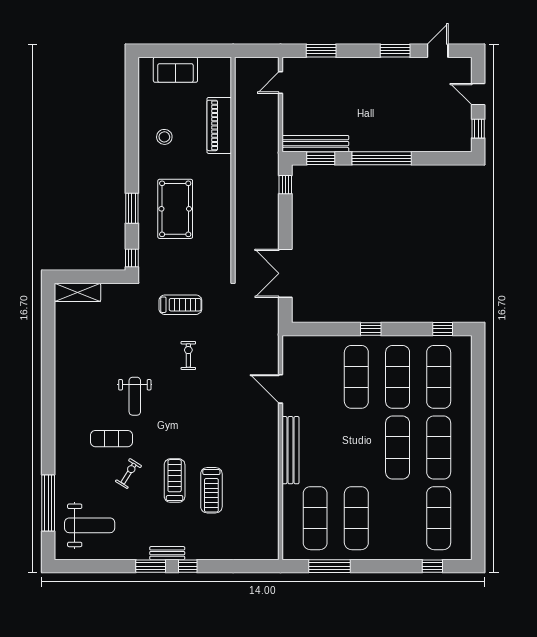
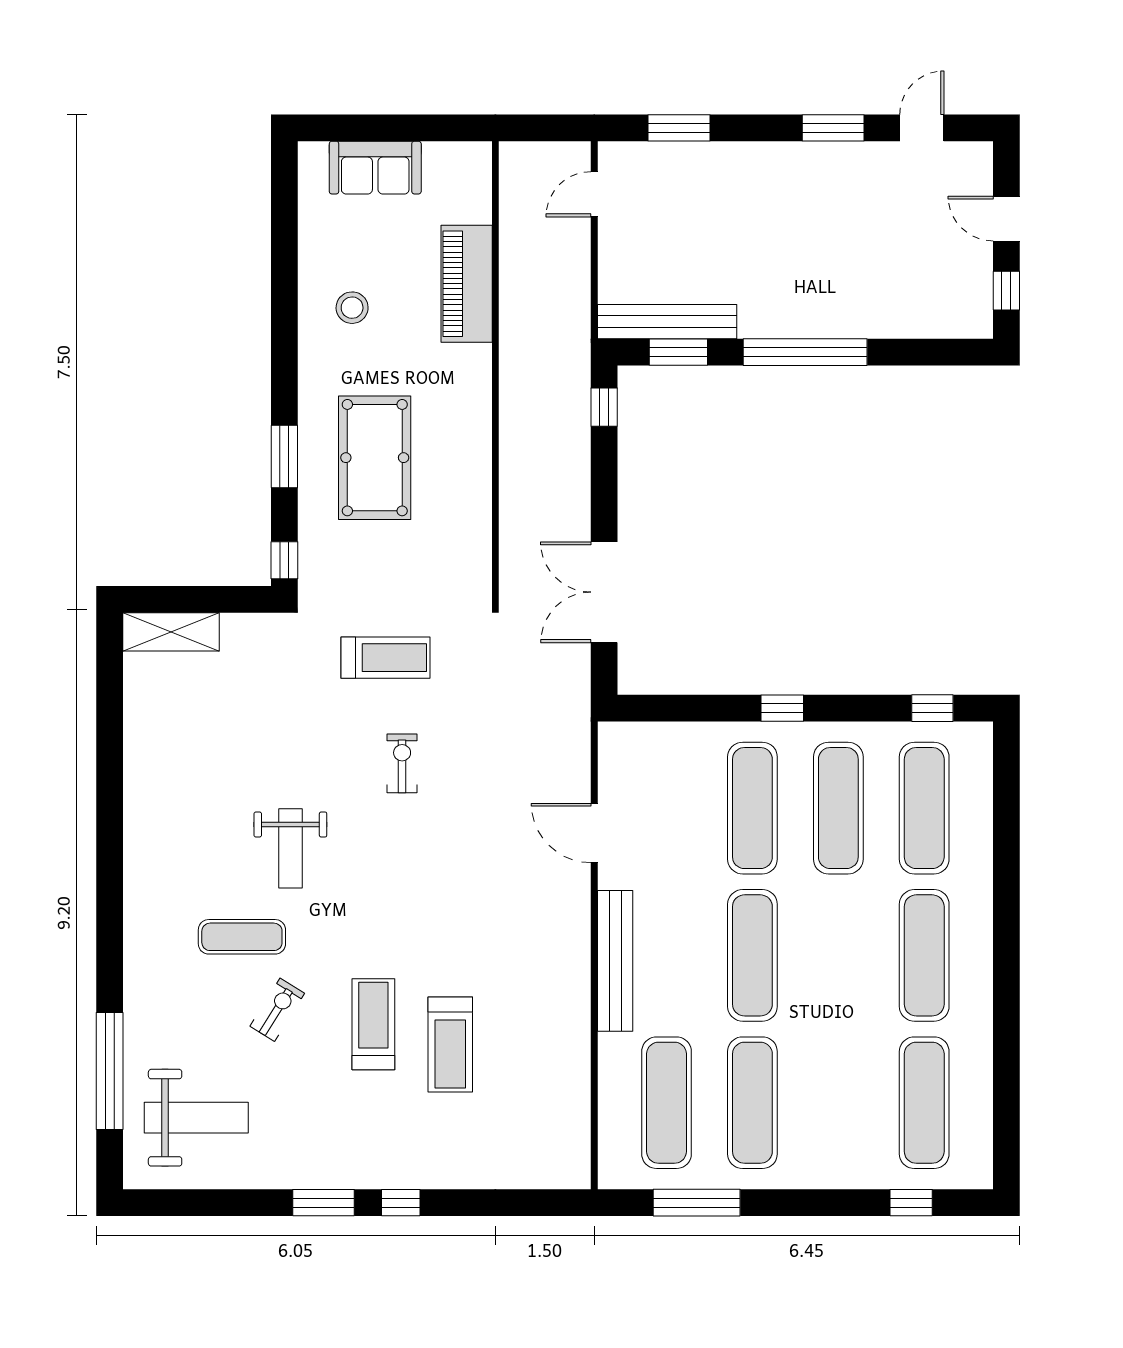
exercise mat: (398, 448) -> (752, 955), moved
bench: (167, 553) -> (358, 1176), removed

